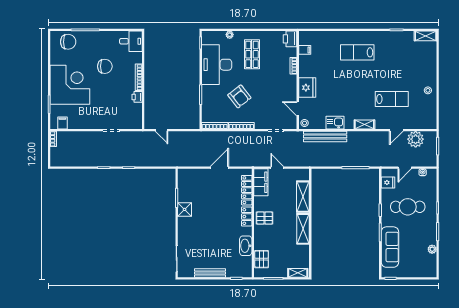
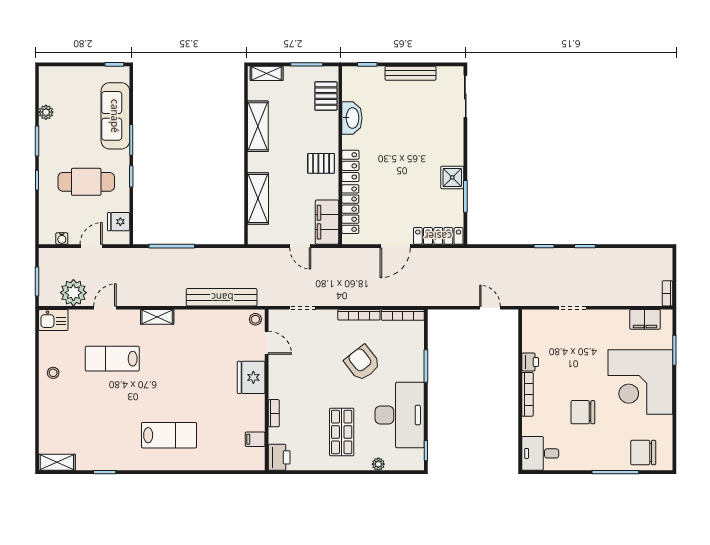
filing cabinet: (62, 123) -> (645, 319), width x2.00
kitchen sink: (335, 123) -> (53, 320), moved
locker: (193, 174) -> (438, 236), added
shelving: (303, 229) -> (258, 126), moved

